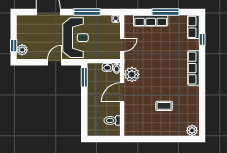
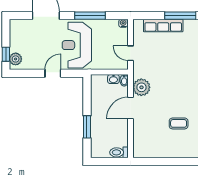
reception desk: (75, 38) -> (77, 45), turned 180
door: (122, 45) -> (131, 53), swing flipped
window: (84, 77) -> (87, 127), moved
toilet: (112, 120) -> (119, 152), moved

